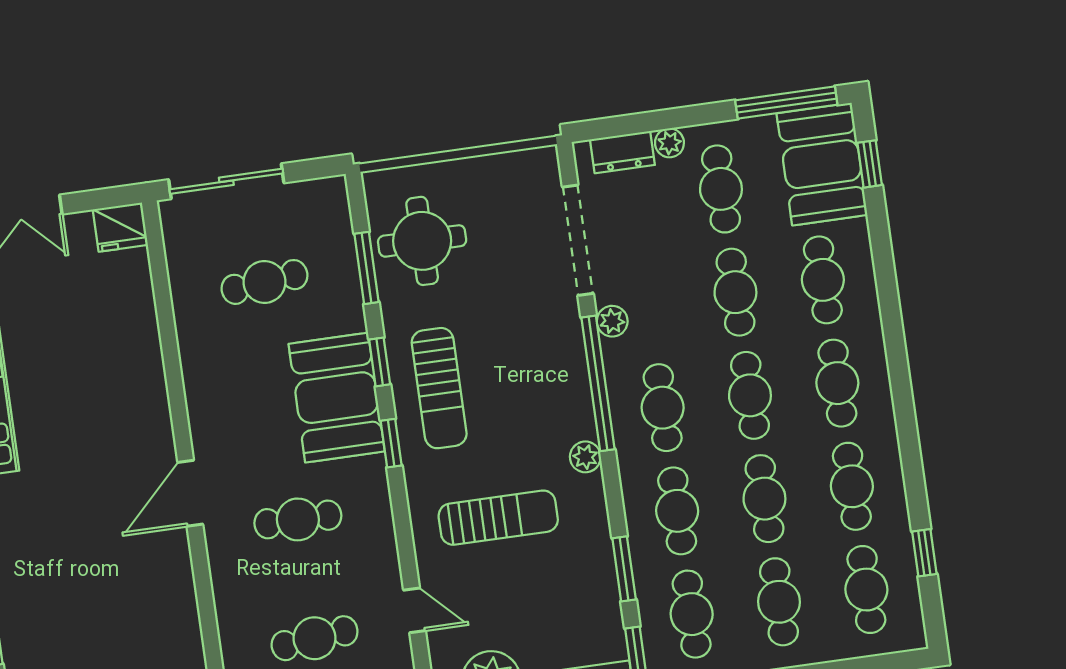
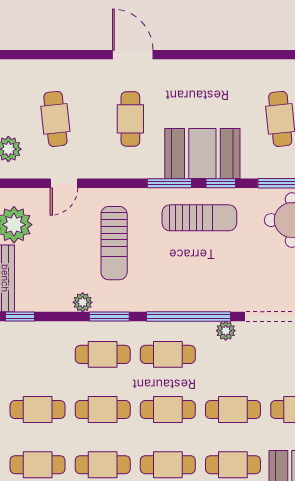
sun lounger: (439, 388) -> (199, 218), turned 180
window: (391, 443) -> (169, 183), width x1.50
plant: (585, 457) -> (83, 302), moved
door: (190, 493) -> (133, 55), moved
window: (624, 569) -> (109, 317), moved
cafe table: (692, 614) -> (38, 354), removed

